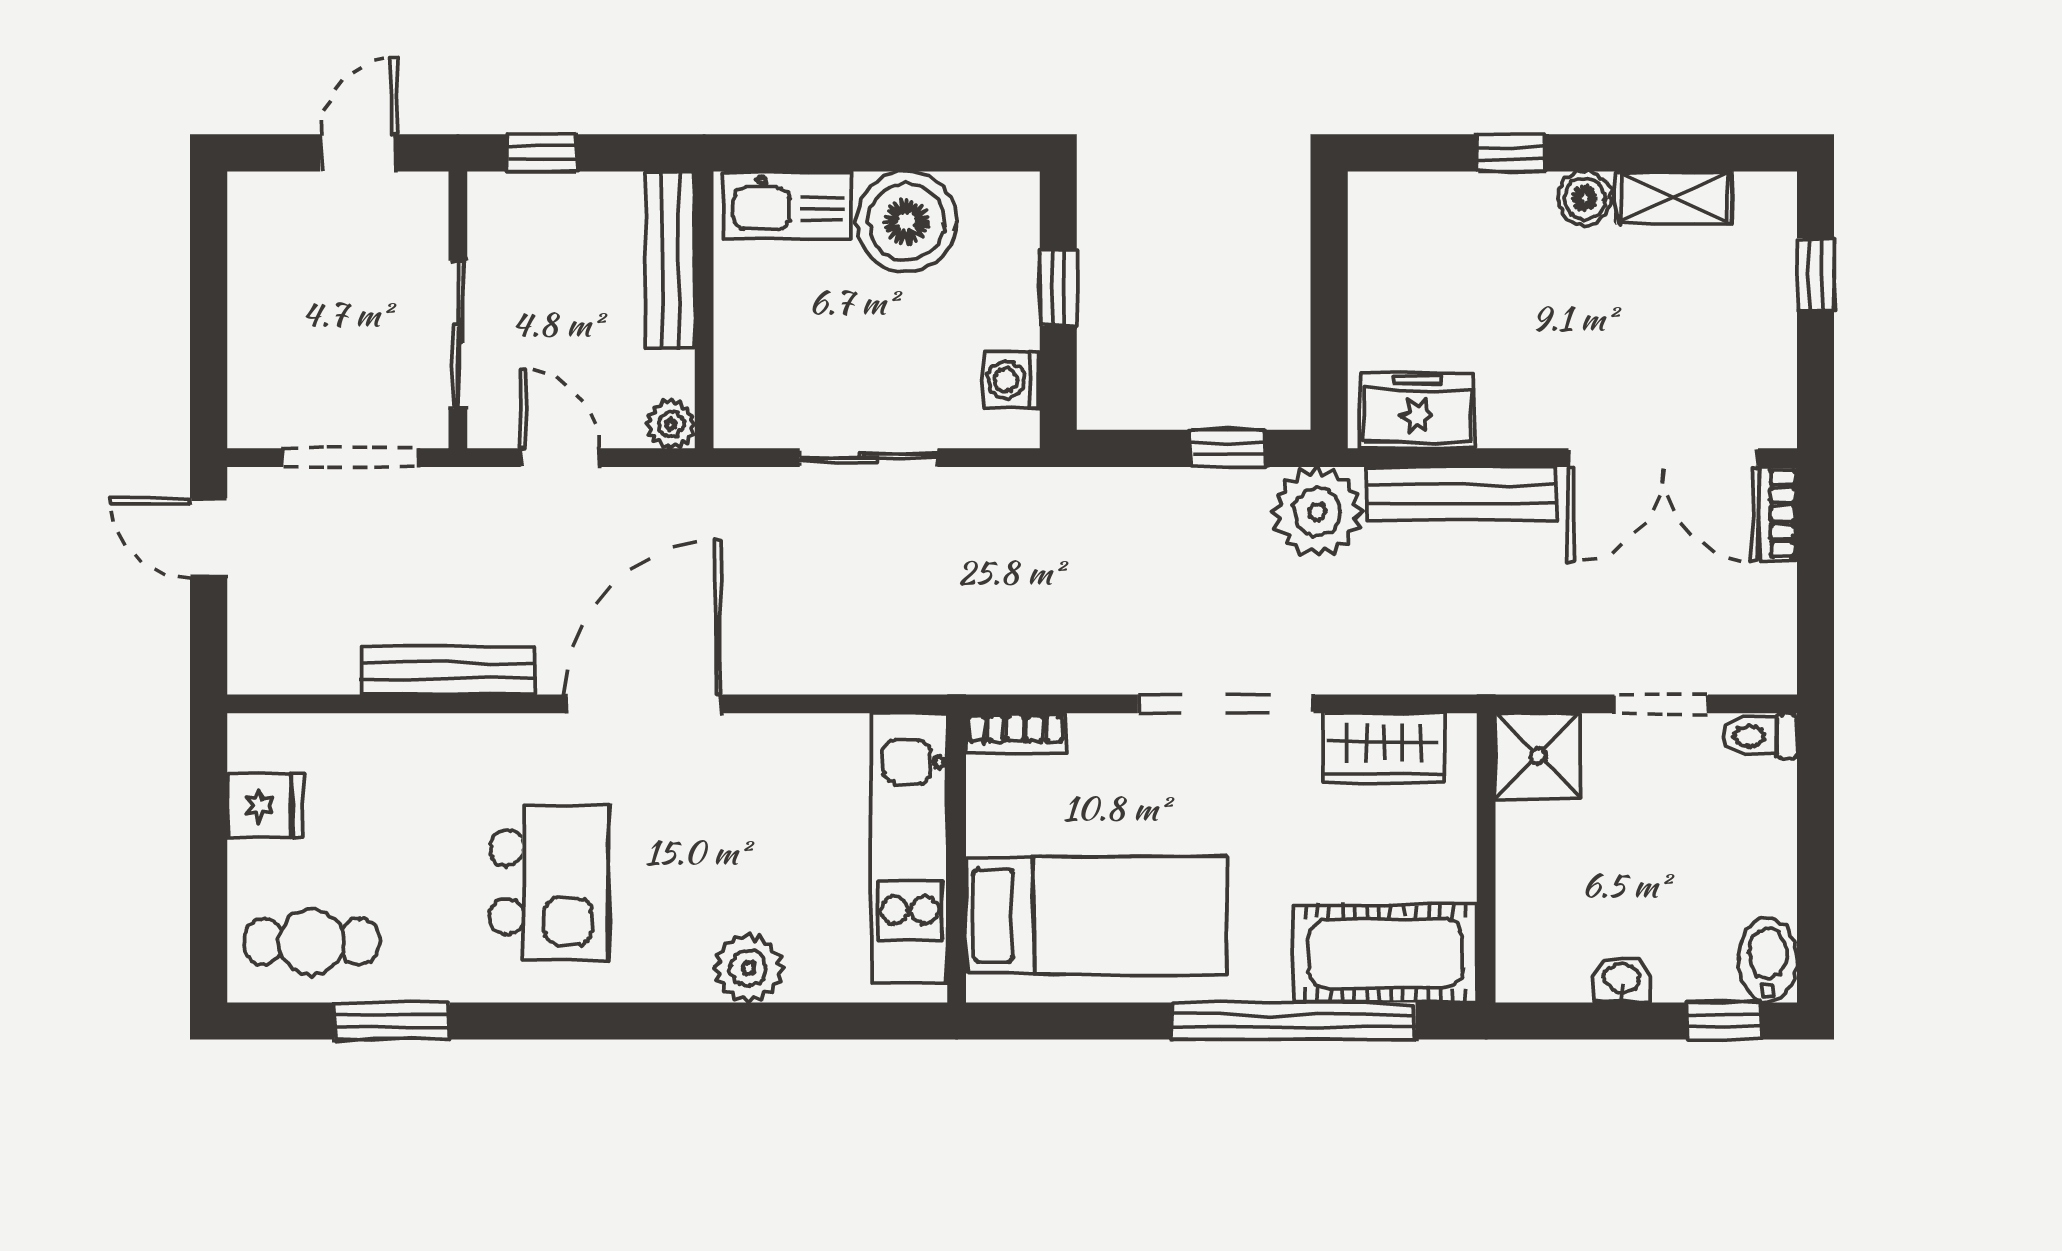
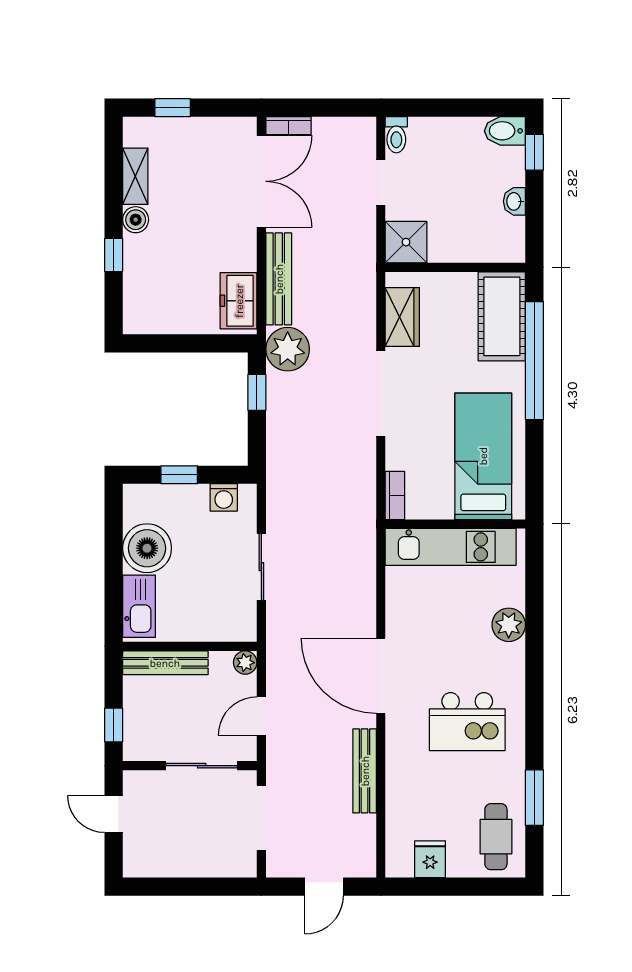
door: (209, 538) -> (324, 887), moved
kitchen island: (549, 882) -> (467, 722), turned 180

